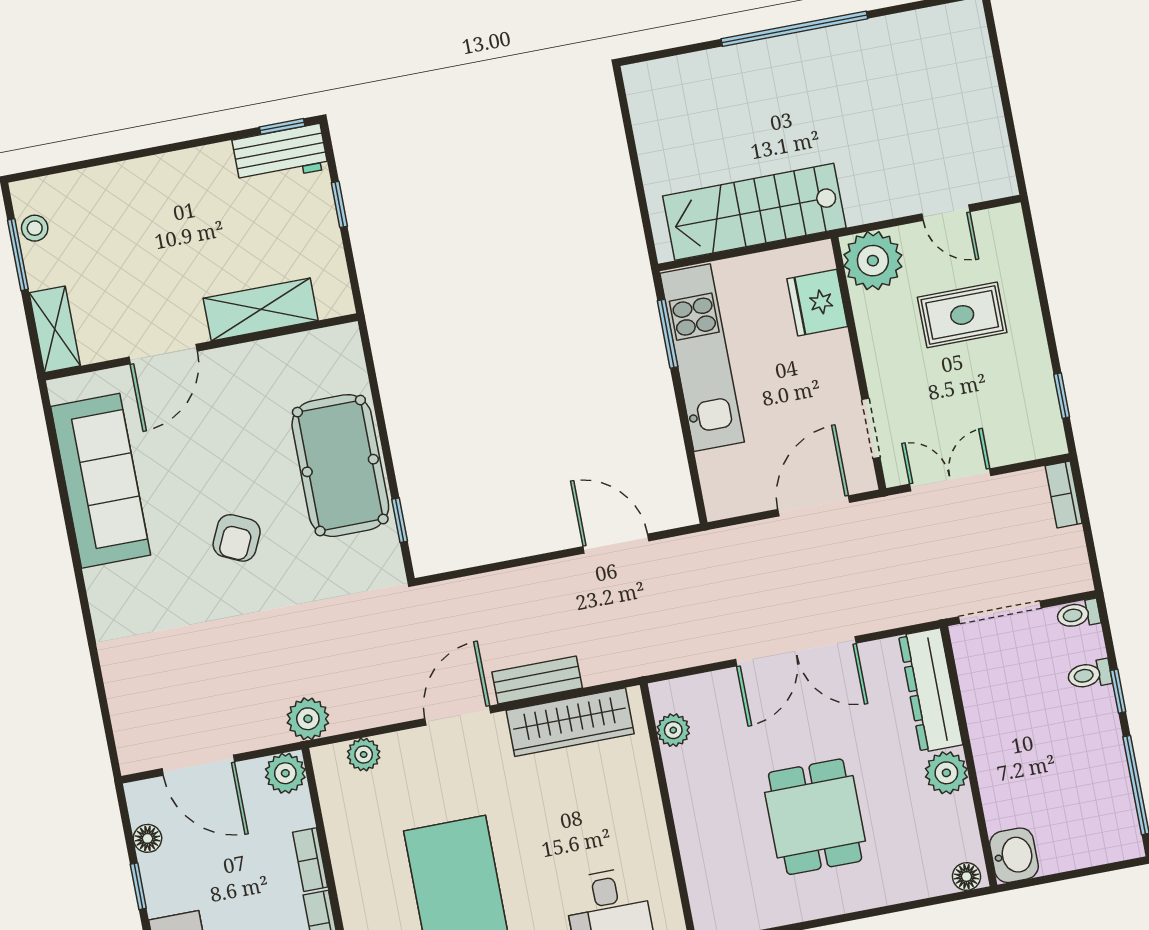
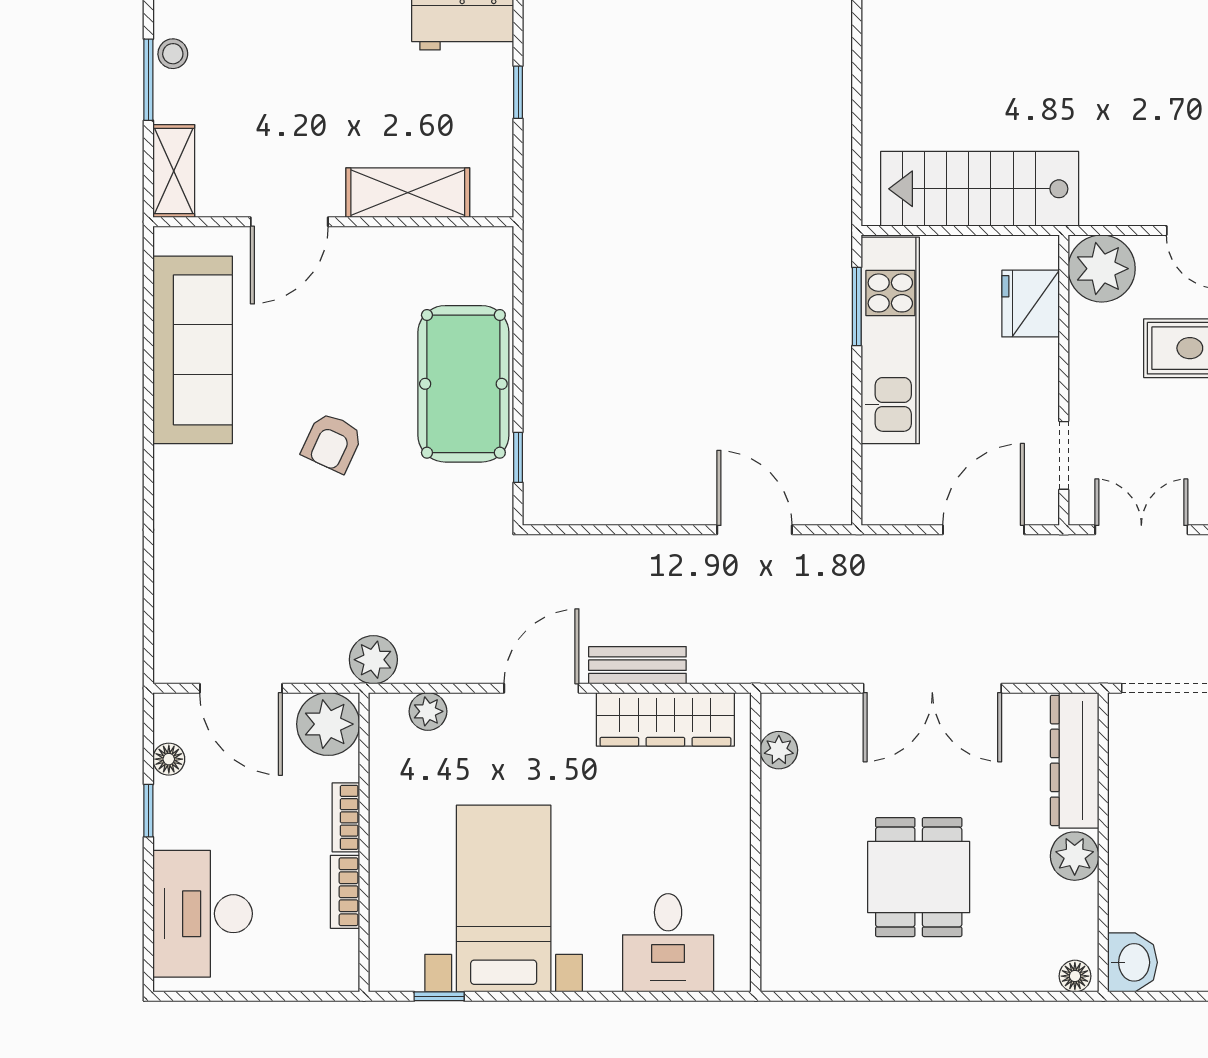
plant: (285, 773) -> (328, 724), width x1.36, depth x1.36

